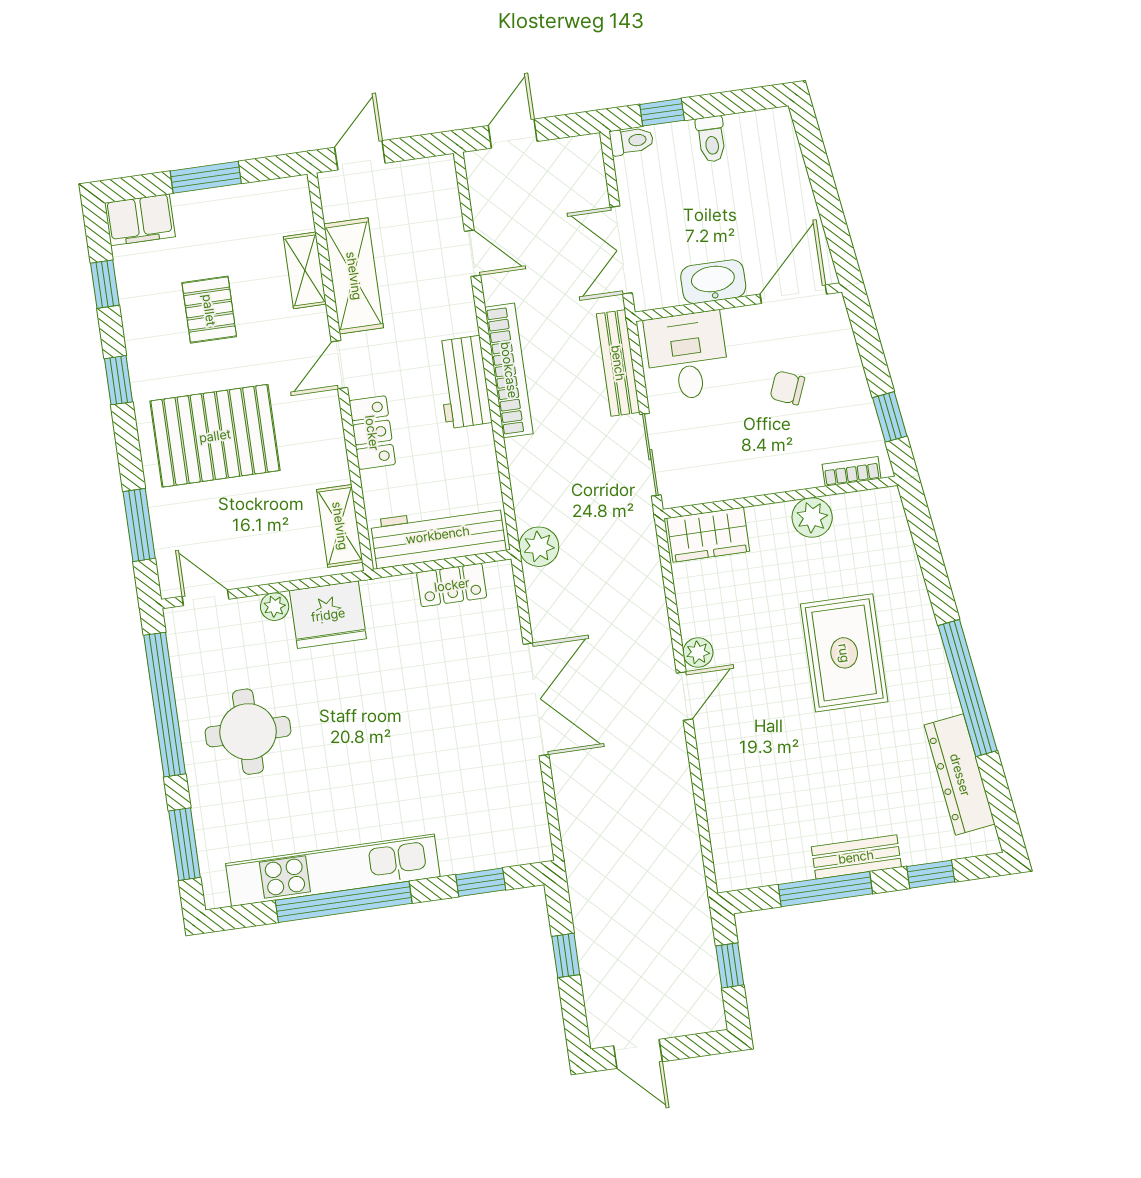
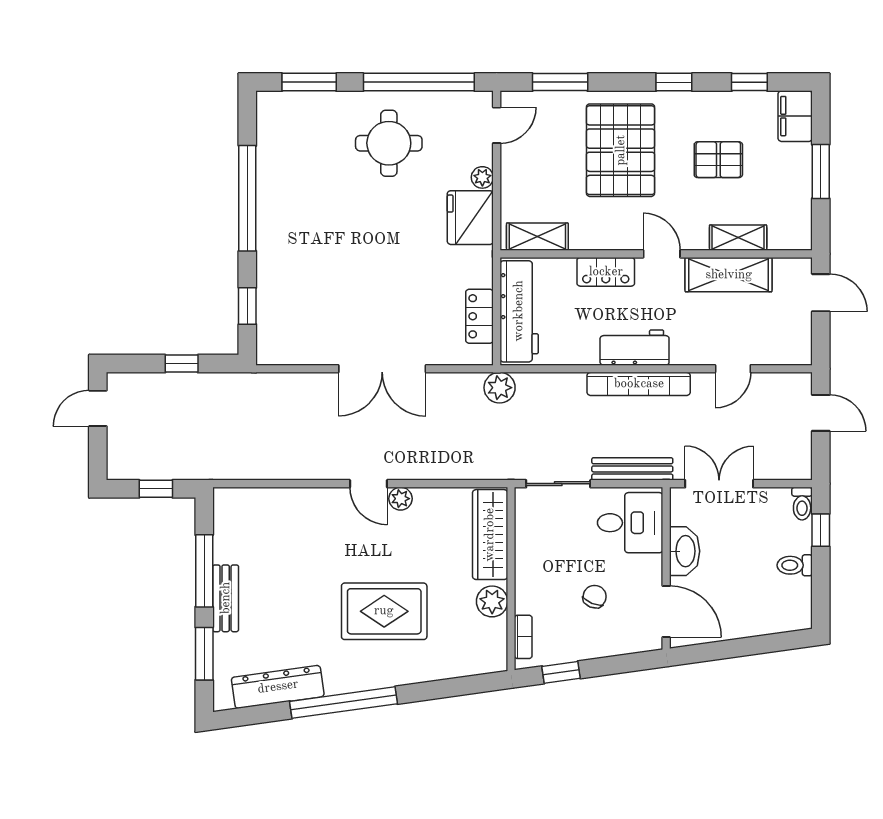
wardrobe: (708, 535) -> (490, 535), width x1.50
kitchen unit: (333, 870) -> (273, 193), removed
window: (931, 874) -> (204, 654), width x1.50

